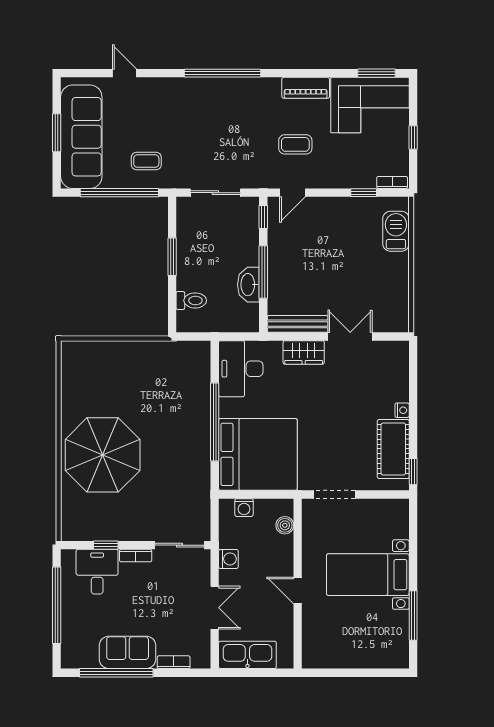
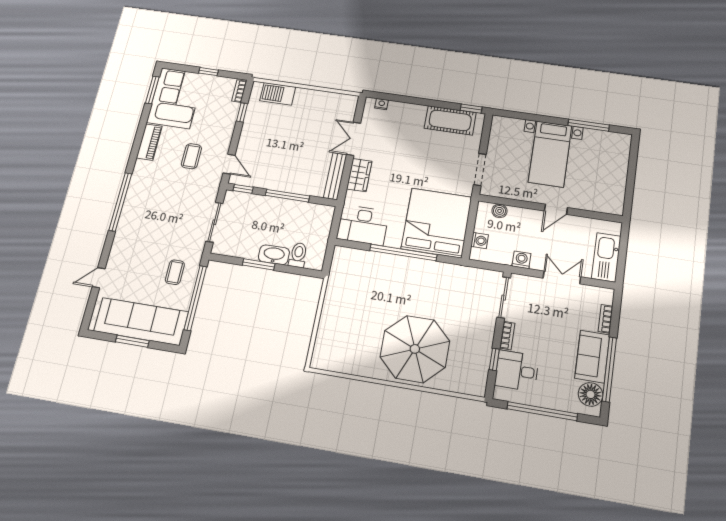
washbasin: (248, 285) -> (274, 255), moved, turned 180
nightstand: (402, 410) -> (382, 104), moved
floor lamp: (84, 655) -> (590, 394), added

